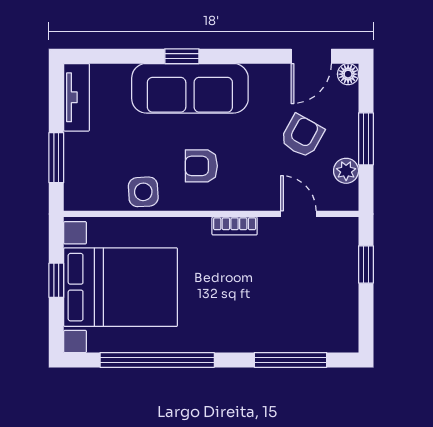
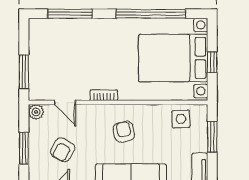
armchair: (201, 166) -> (124, 132), turned -102
plant: (346, 171) -> (36, 112), moved
side table: (143, 192) -> (181, 119), moved
window: (366, 264) -> (24, 72), width x1.50

